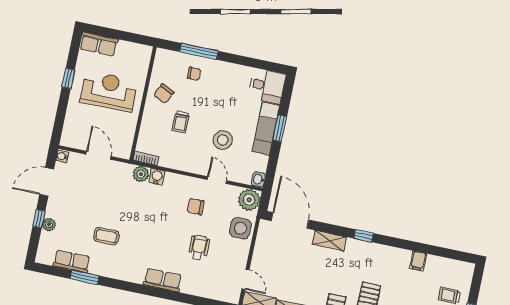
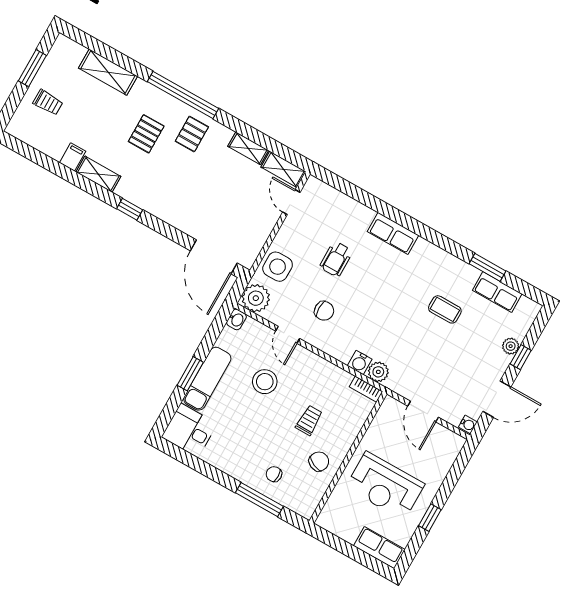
shelving: (329, 241) -> (98, 174), moved

